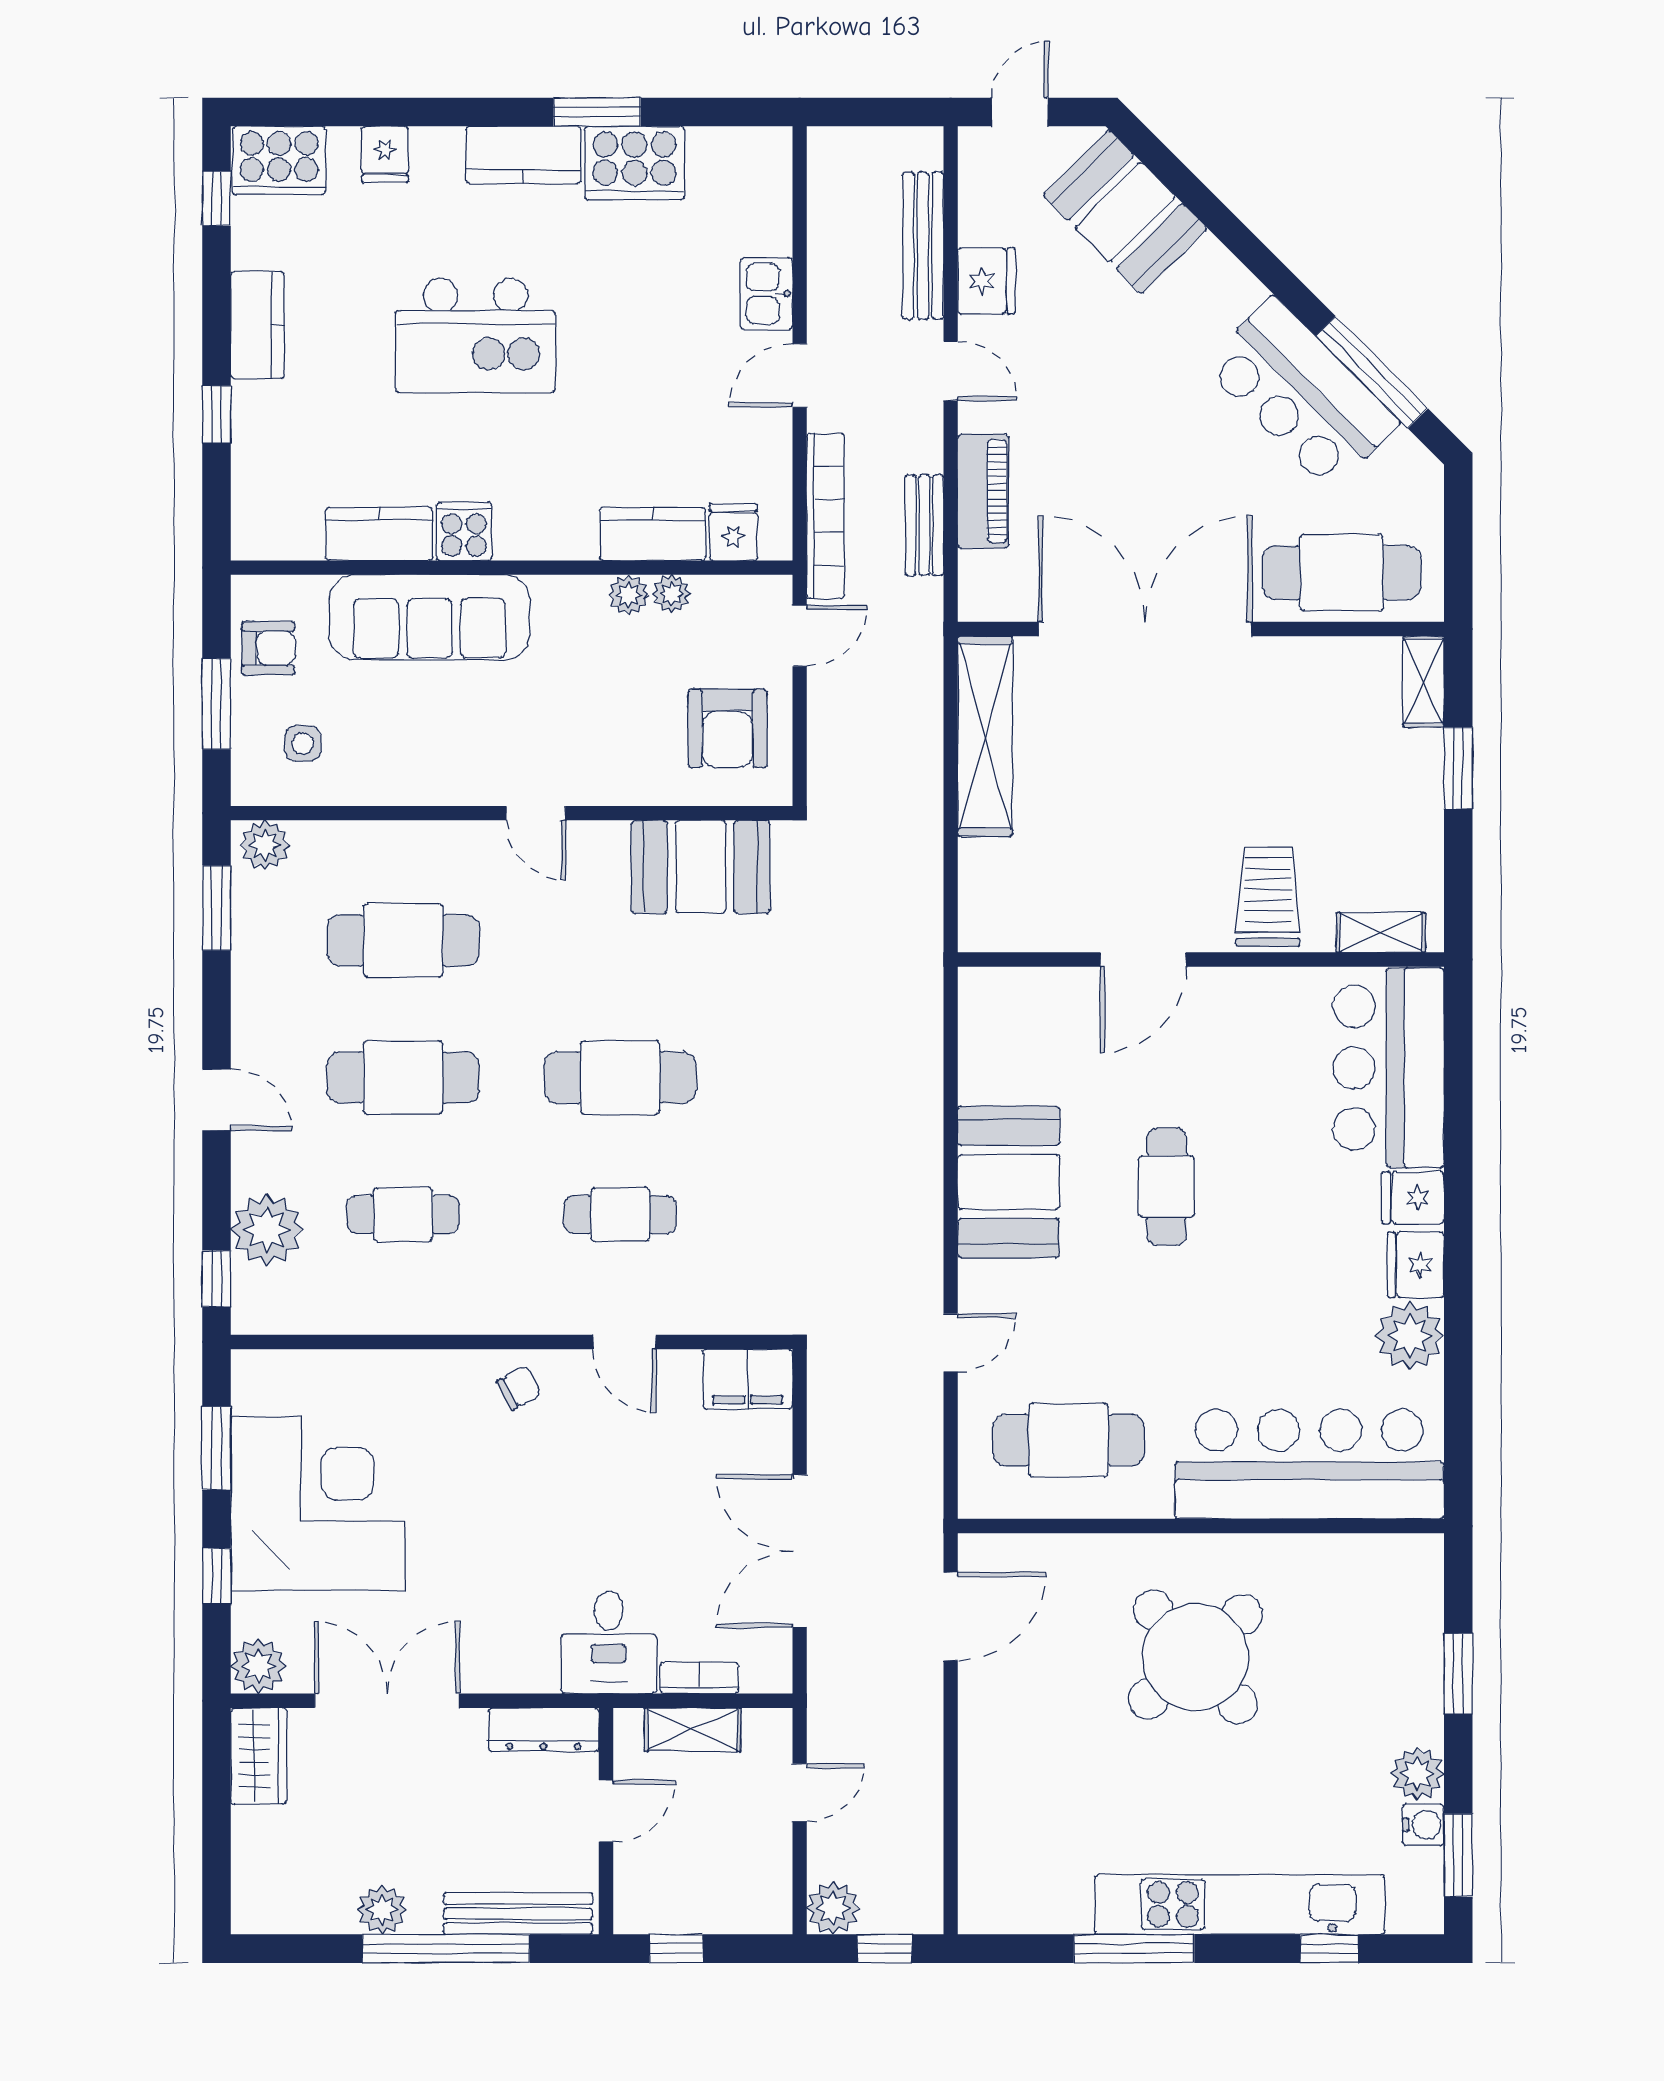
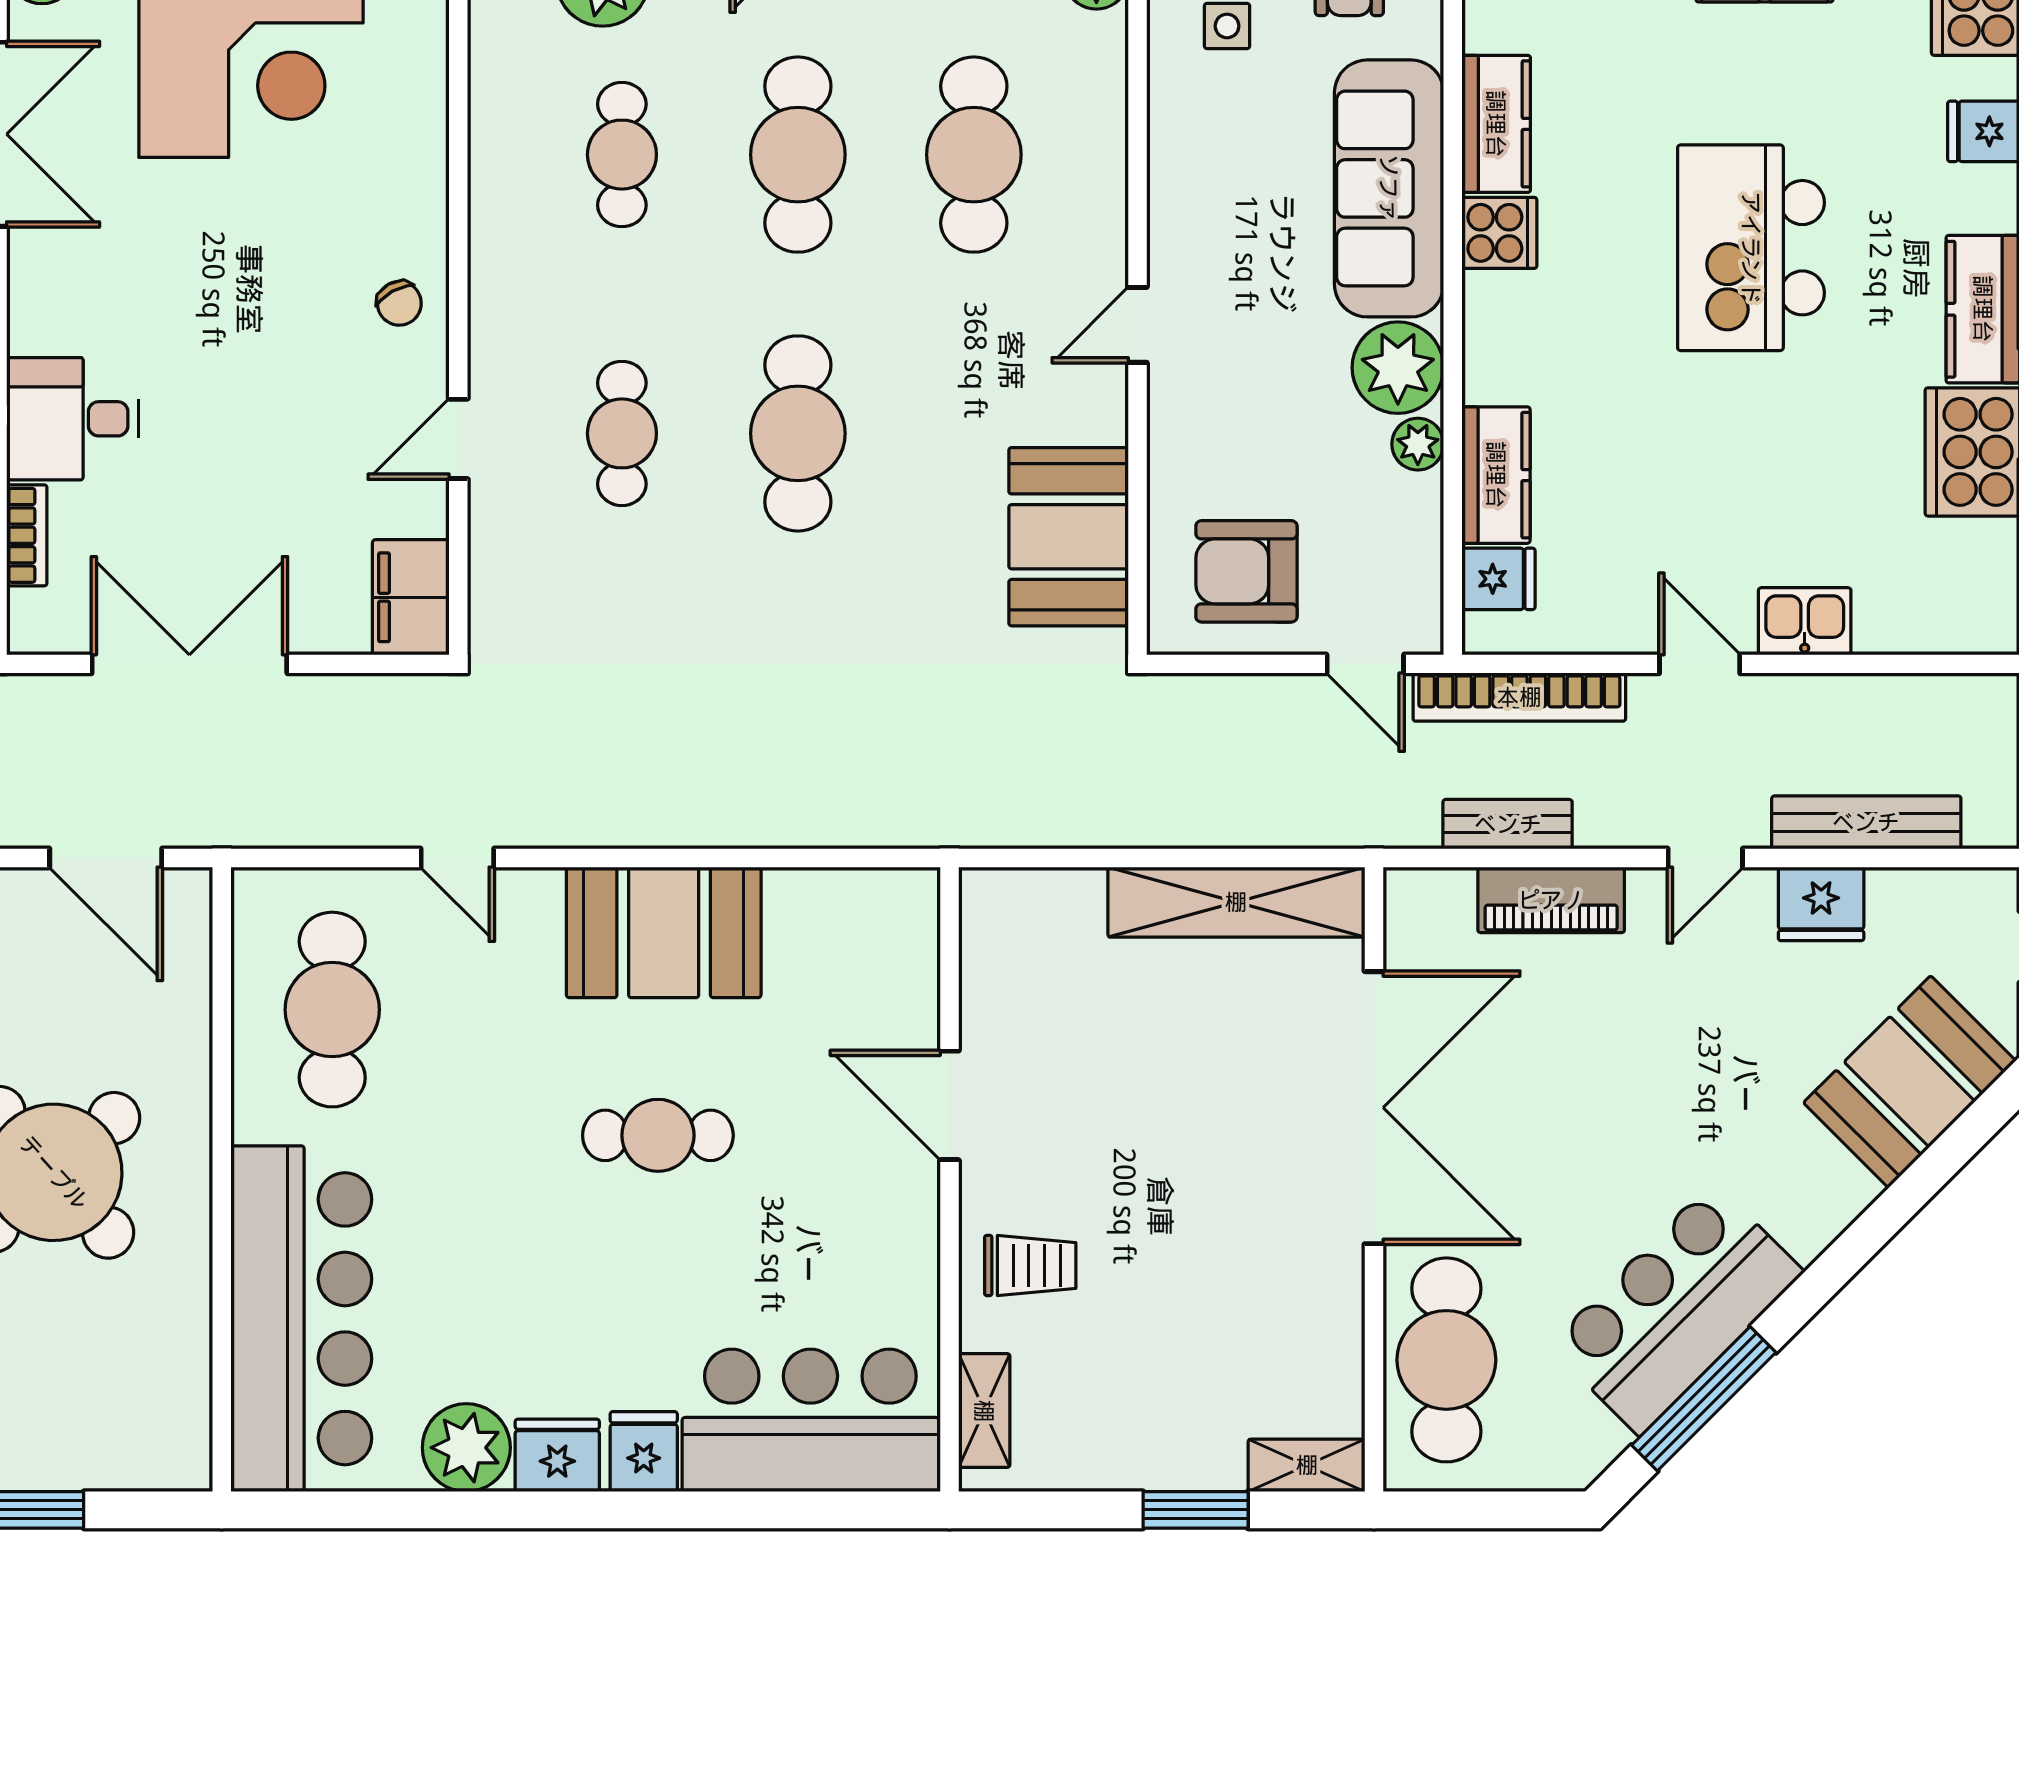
plant: (671, 594) -> (1398, 368), moved, width x1.87, depth x1.87
trolley: (1268, 897) -> (1030, 1265), width x0.73, depth x0.72

